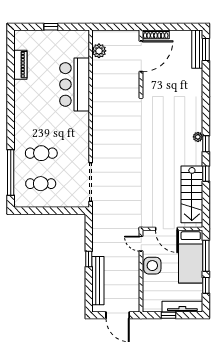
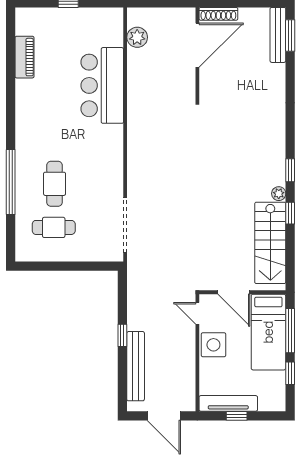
plant: (198, 137) -> (279, 194), moved
cafe table: (41, 153) -> (55, 184), turned 90
window: (11, 173) -> (11, 182), moved
tv unit: (182, 307) -> (228, 403), moved

